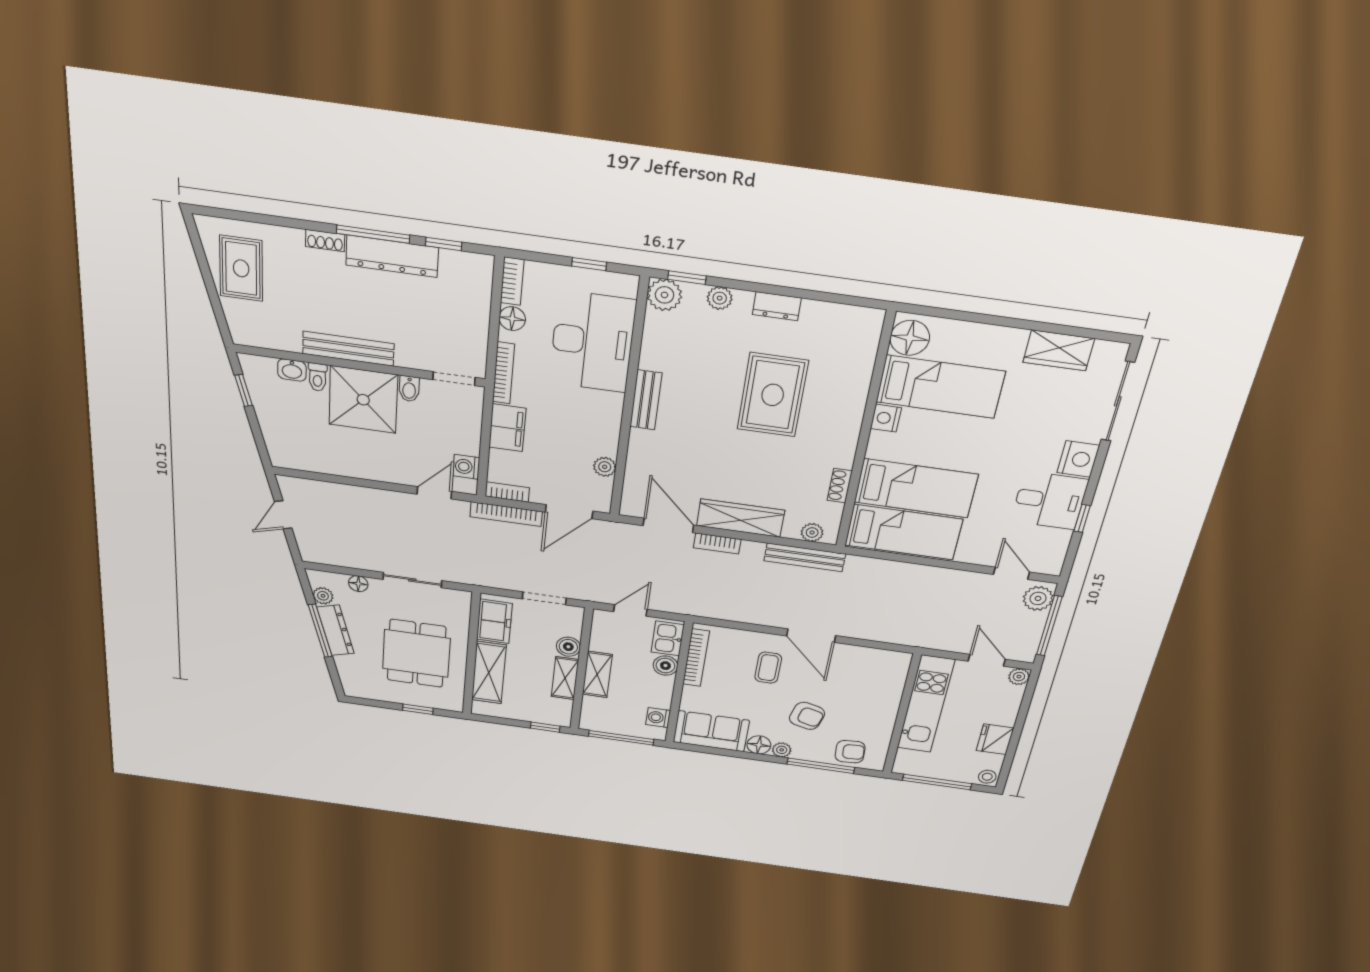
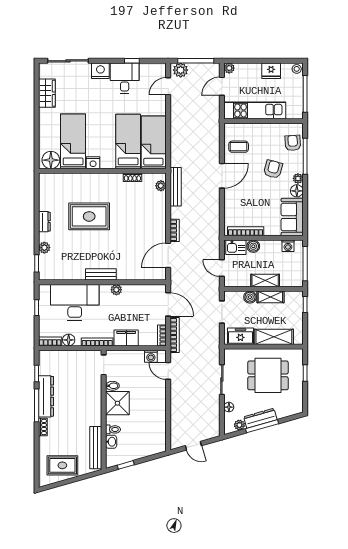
plant: (664, 295) -> (46, 272), removed
bench: (348, 349) -> (96, 448), moved
shower: (363, 400) -> (117, 403), width x0.73, depth x0.73
plant: (605, 467) -> (116, 290), moved
wardrobe: (741, 518) -> (158, 221), removed
coffee table: (768, 668) -> (239, 147), moved

